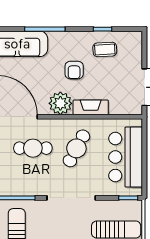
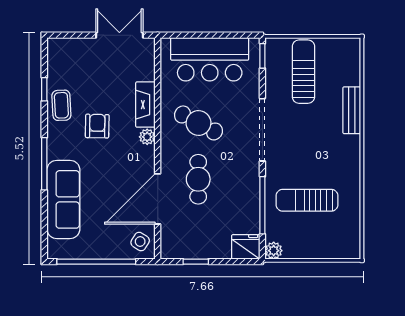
coffee table: (105, 49) -> (61, 105), moved
armchair: (74, 70) -> (97, 126), turned -89
plant: (60, 103) -> (147, 137), width x0.53, depth x0.53

